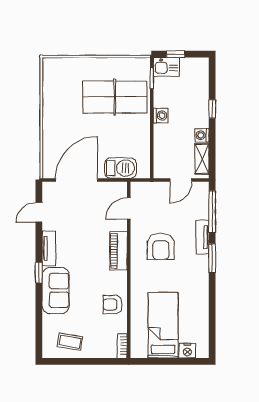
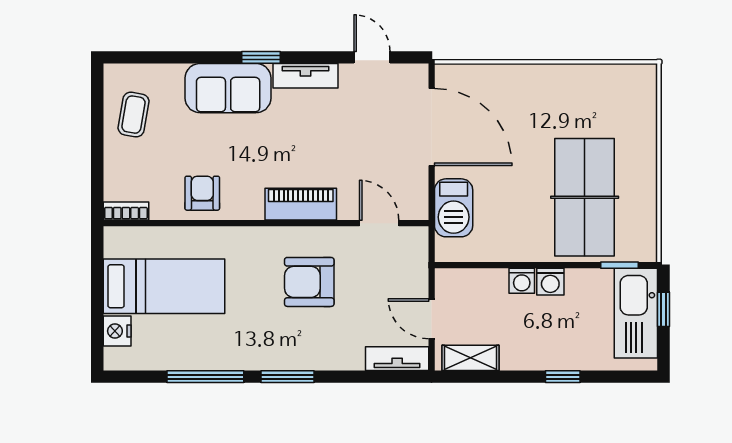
kitchen sink: (166, 67) -> (636, 313), width x1.88, depth x1.24
washing machine: (202, 135) -> (522, 281), moved, turned 180
window: (212, 212) -> (205, 377), moved
tv unit: (202, 237) -> (397, 359), moved

